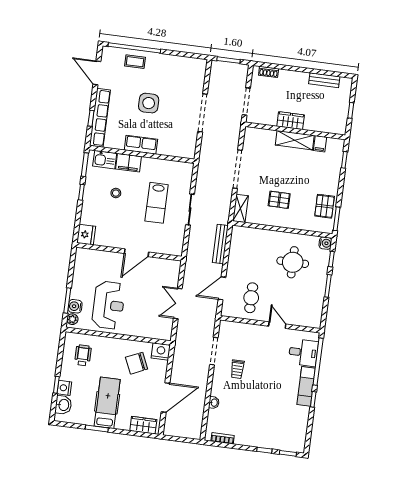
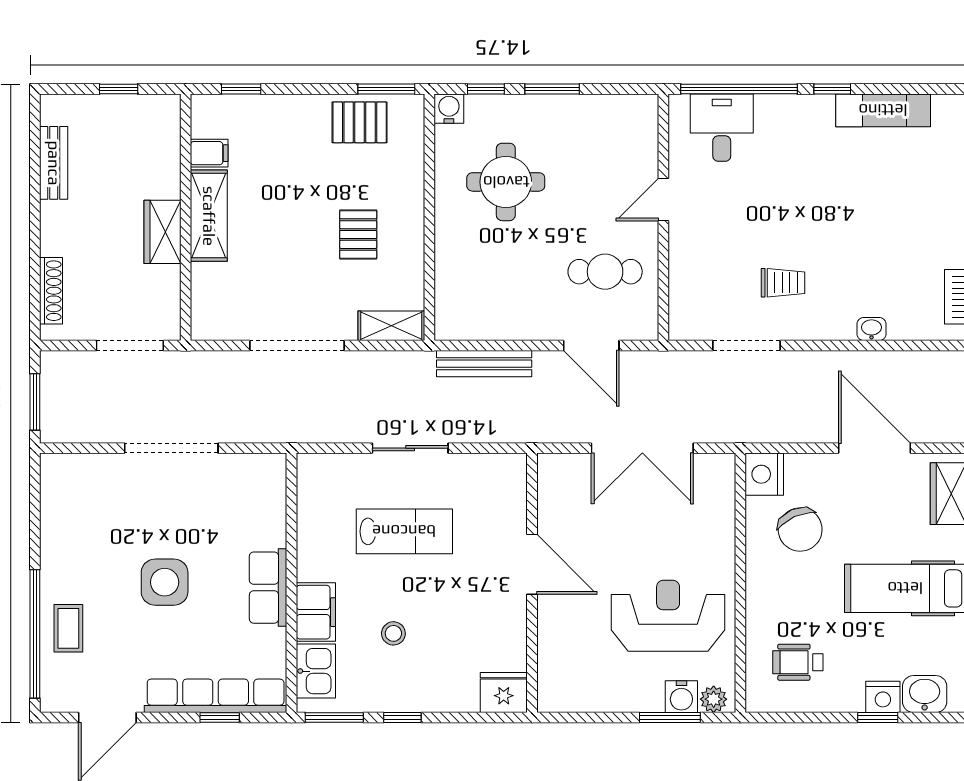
shoe rack: (269, 72) -> (51, 291), width x1.43
double door: (178, 304) -> (642, 448), width x1.37
exam couch: (306, 386) -> (883, 110), moved

